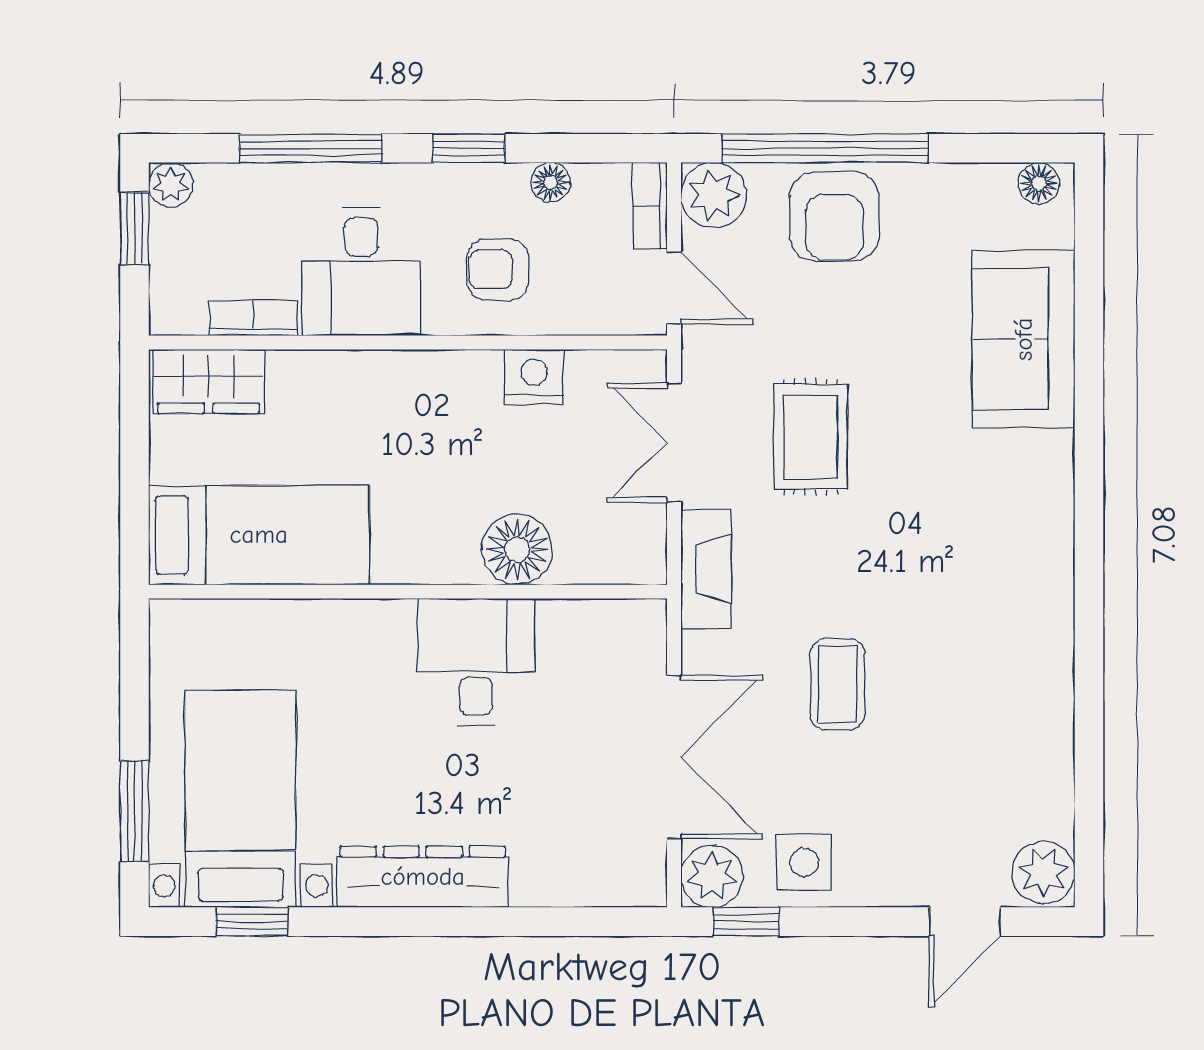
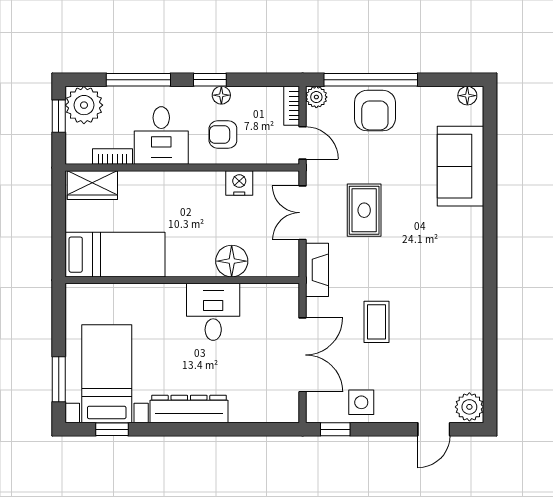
floor lamp: (551, 182) -> (221, 95), moved
plant: (171, 185) -> (84, 105), width x1.88, depth x1.88
plant: (714, 195) -> (316, 97), width x0.73, depth x0.73
plant: (712, 876) -> (320, 409), removed

